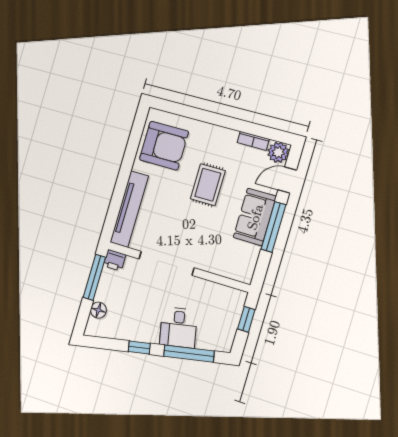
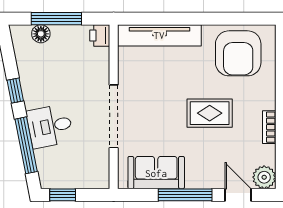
bookcase: (253, 141) -> (269, 127), moved
sofa: (255, 217) -> (156, 173), moved
doorway: (166, 263) -> (114, 116), moved
window: (94, 277) -> (56, 19), moved
window: (246, 319) -> (63, 195), moved

